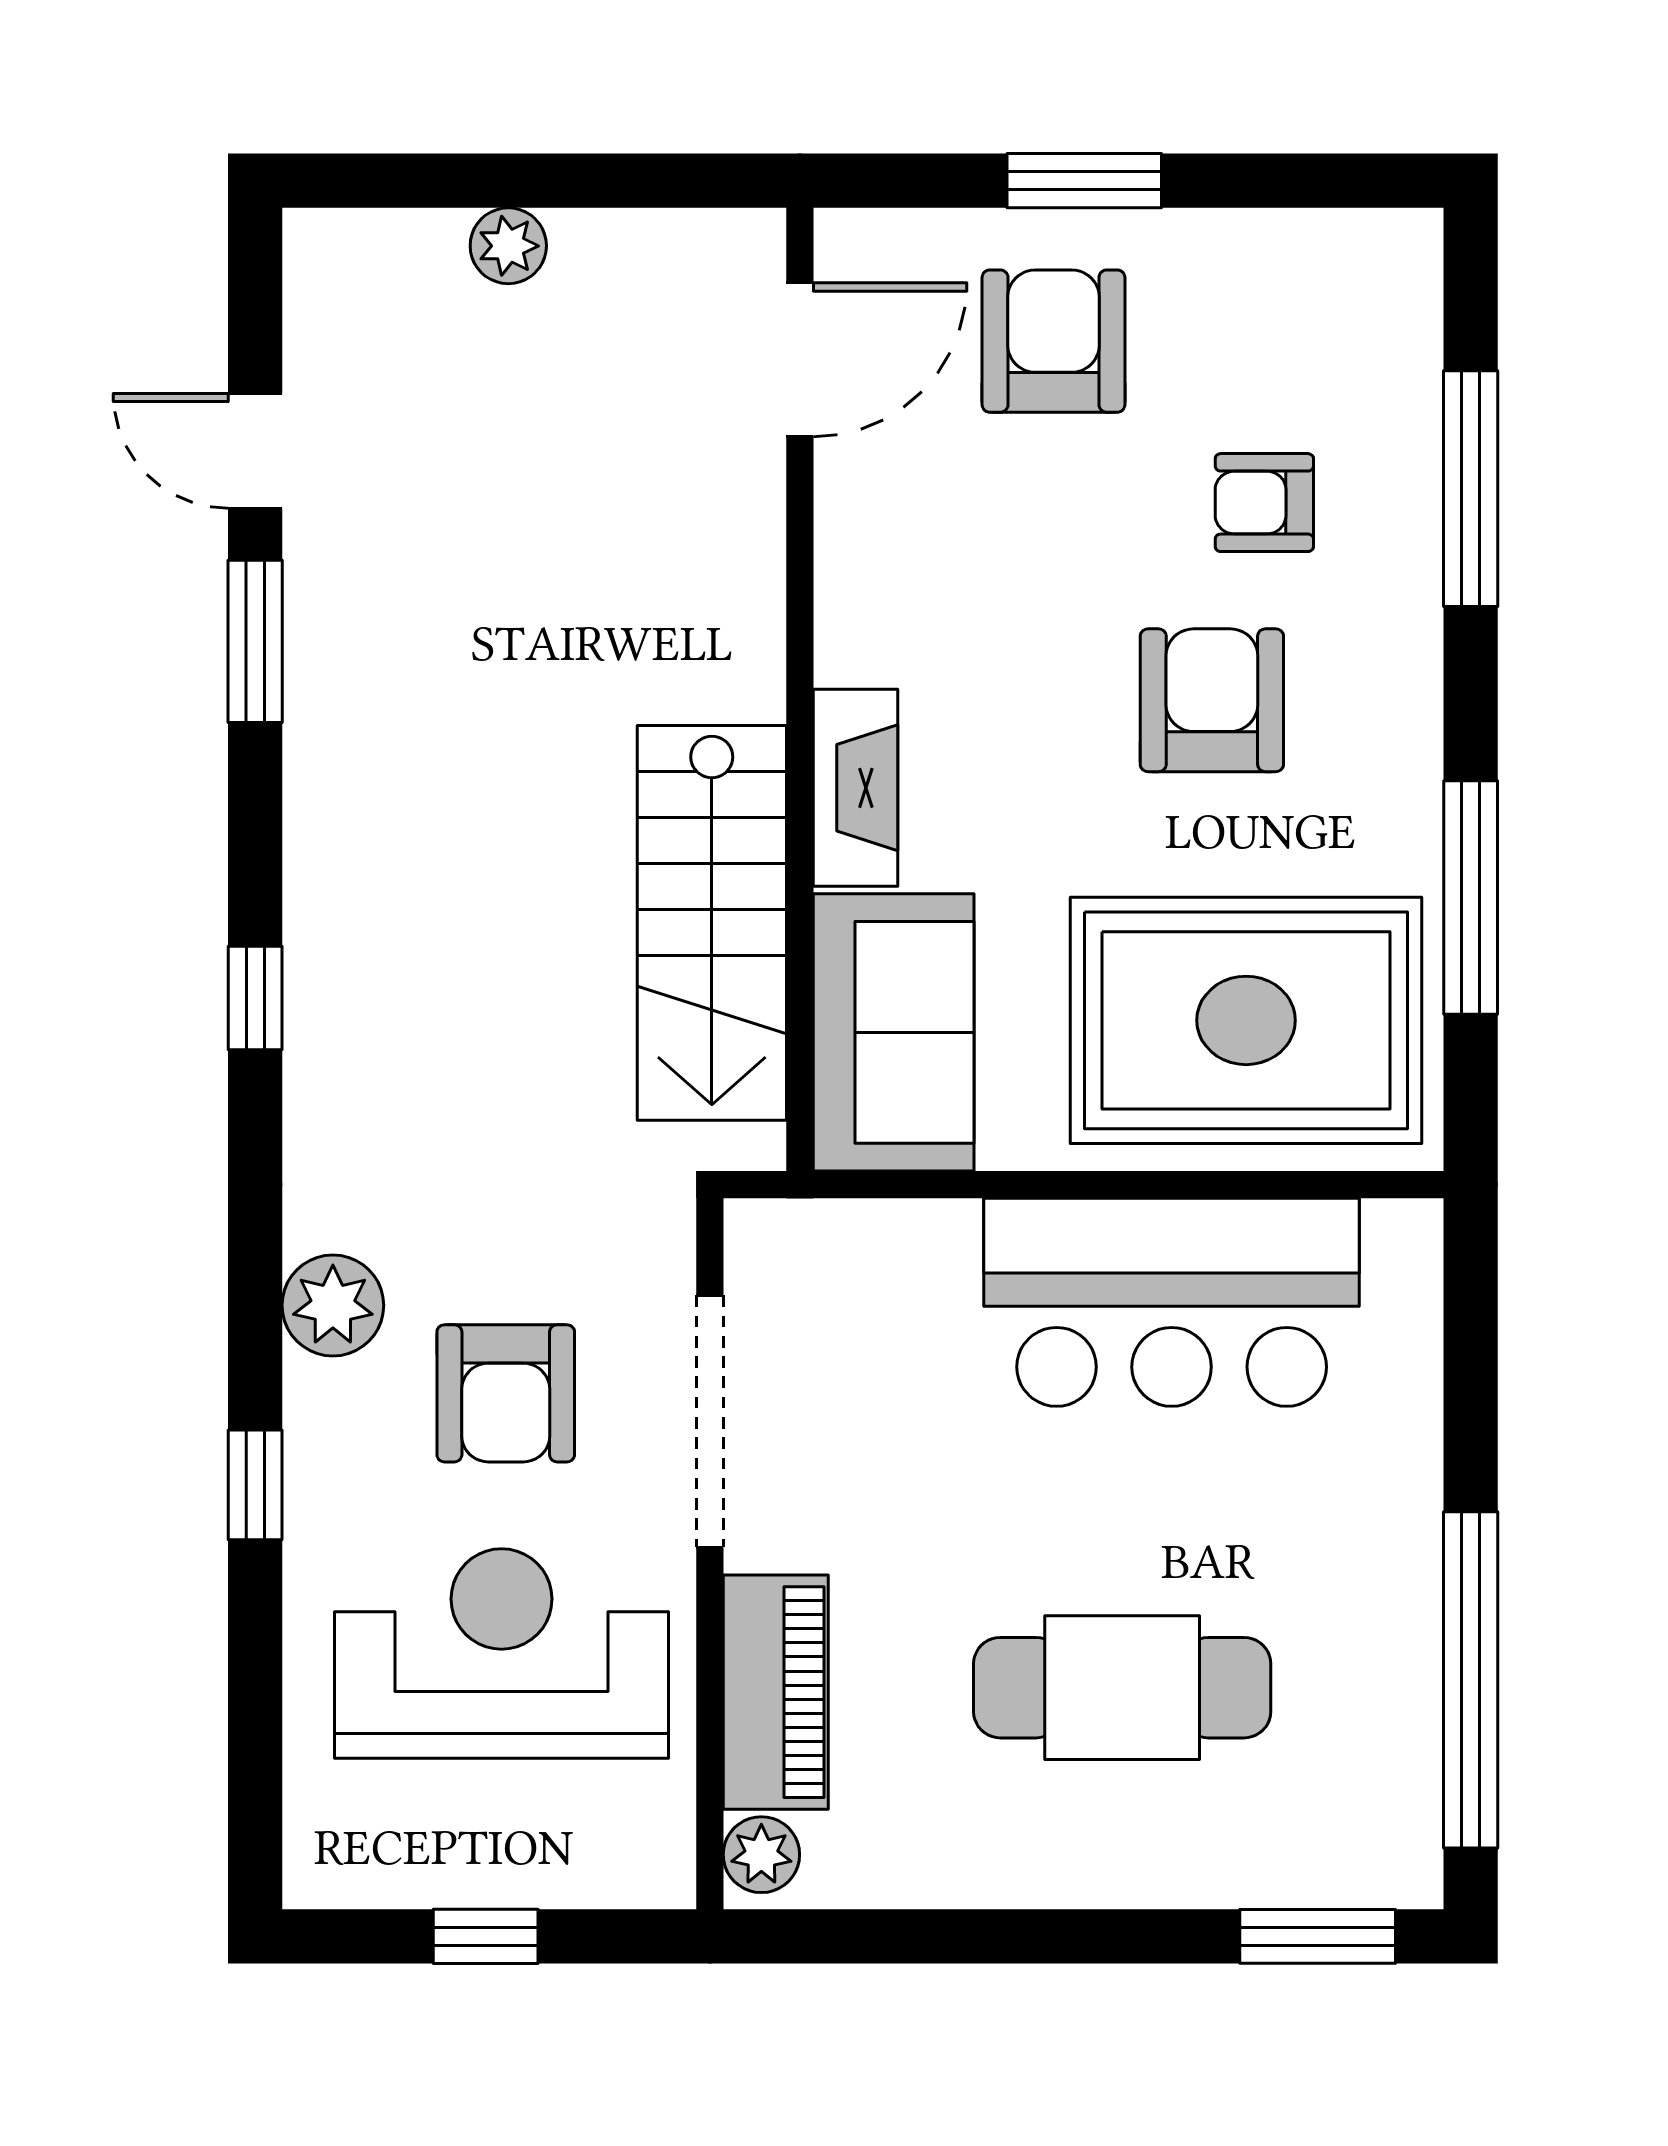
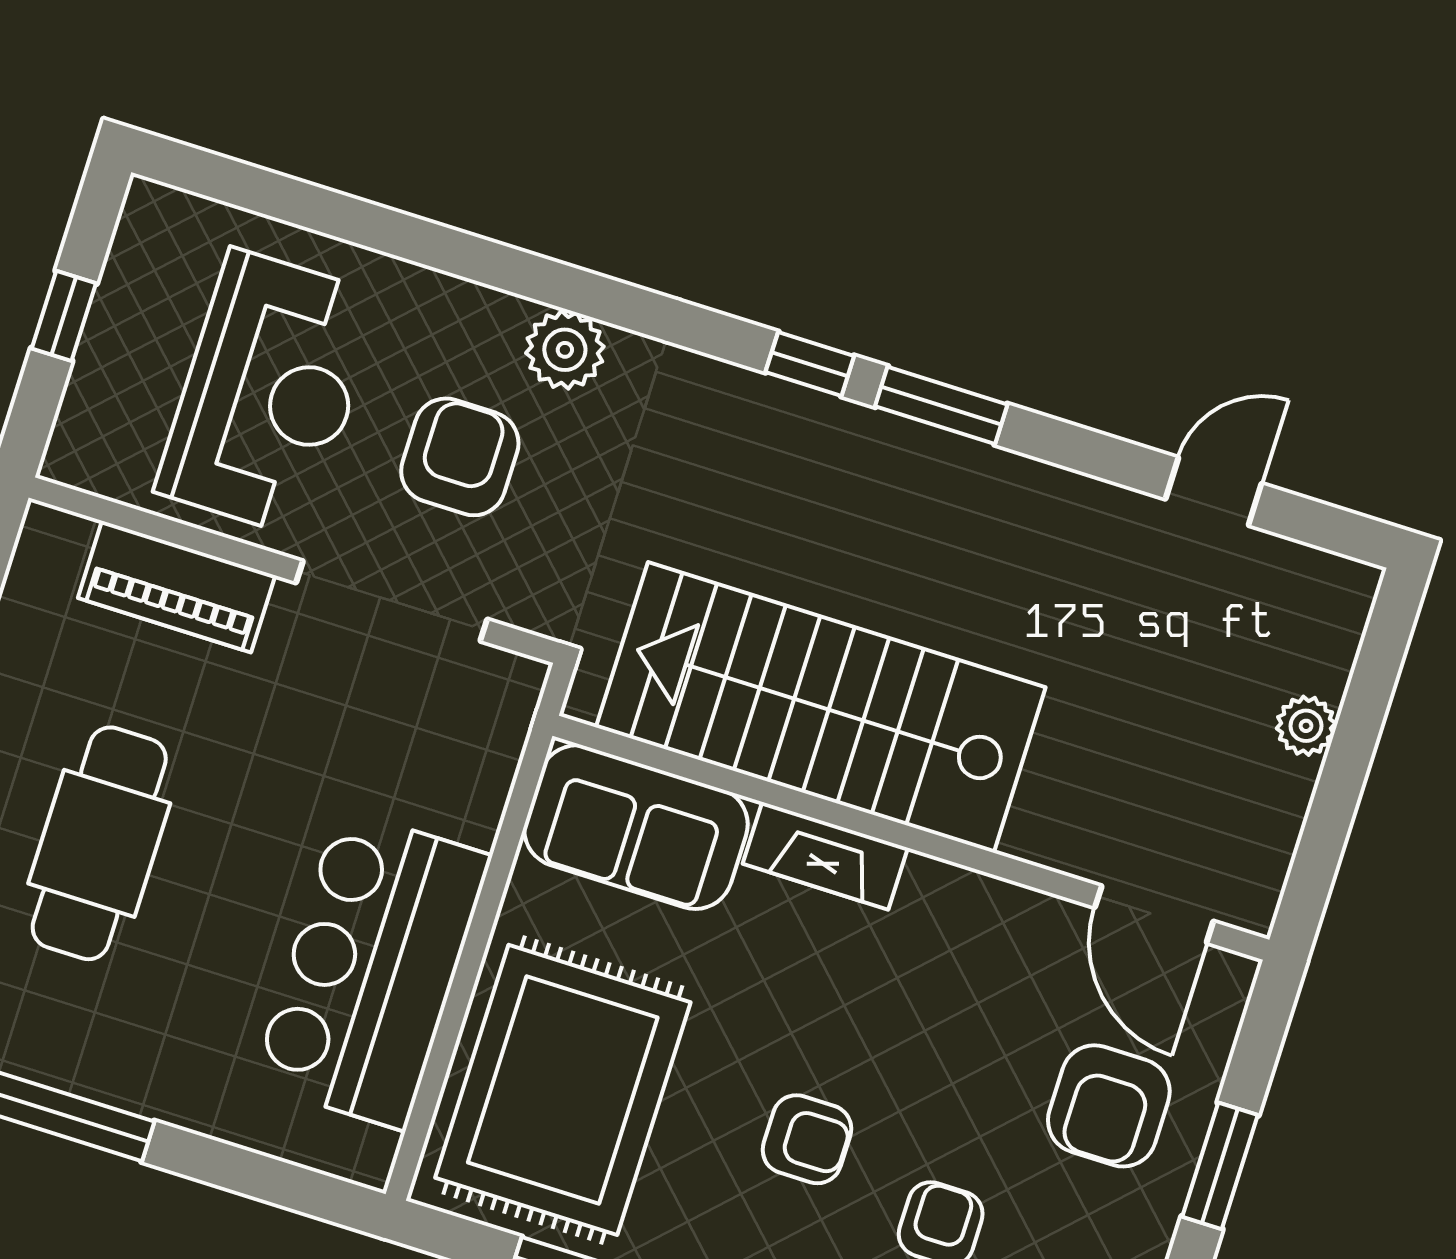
armchair: (1054, 341) -> (1109, 1106), turned 90
window: (255, 641) -> (941, 405), moved
armchair: (1212, 700) -> (807, 1139), width x0.72, depth x0.72
stairs: (712, 923) -> (821, 707), width x1.36, depth x1.51
armchair: (506, 1393) -> (460, 457), turned 90
window: (255, 1485) -> (451, 251), removed
plant: (761, 1855) -> (60, 538), removed

